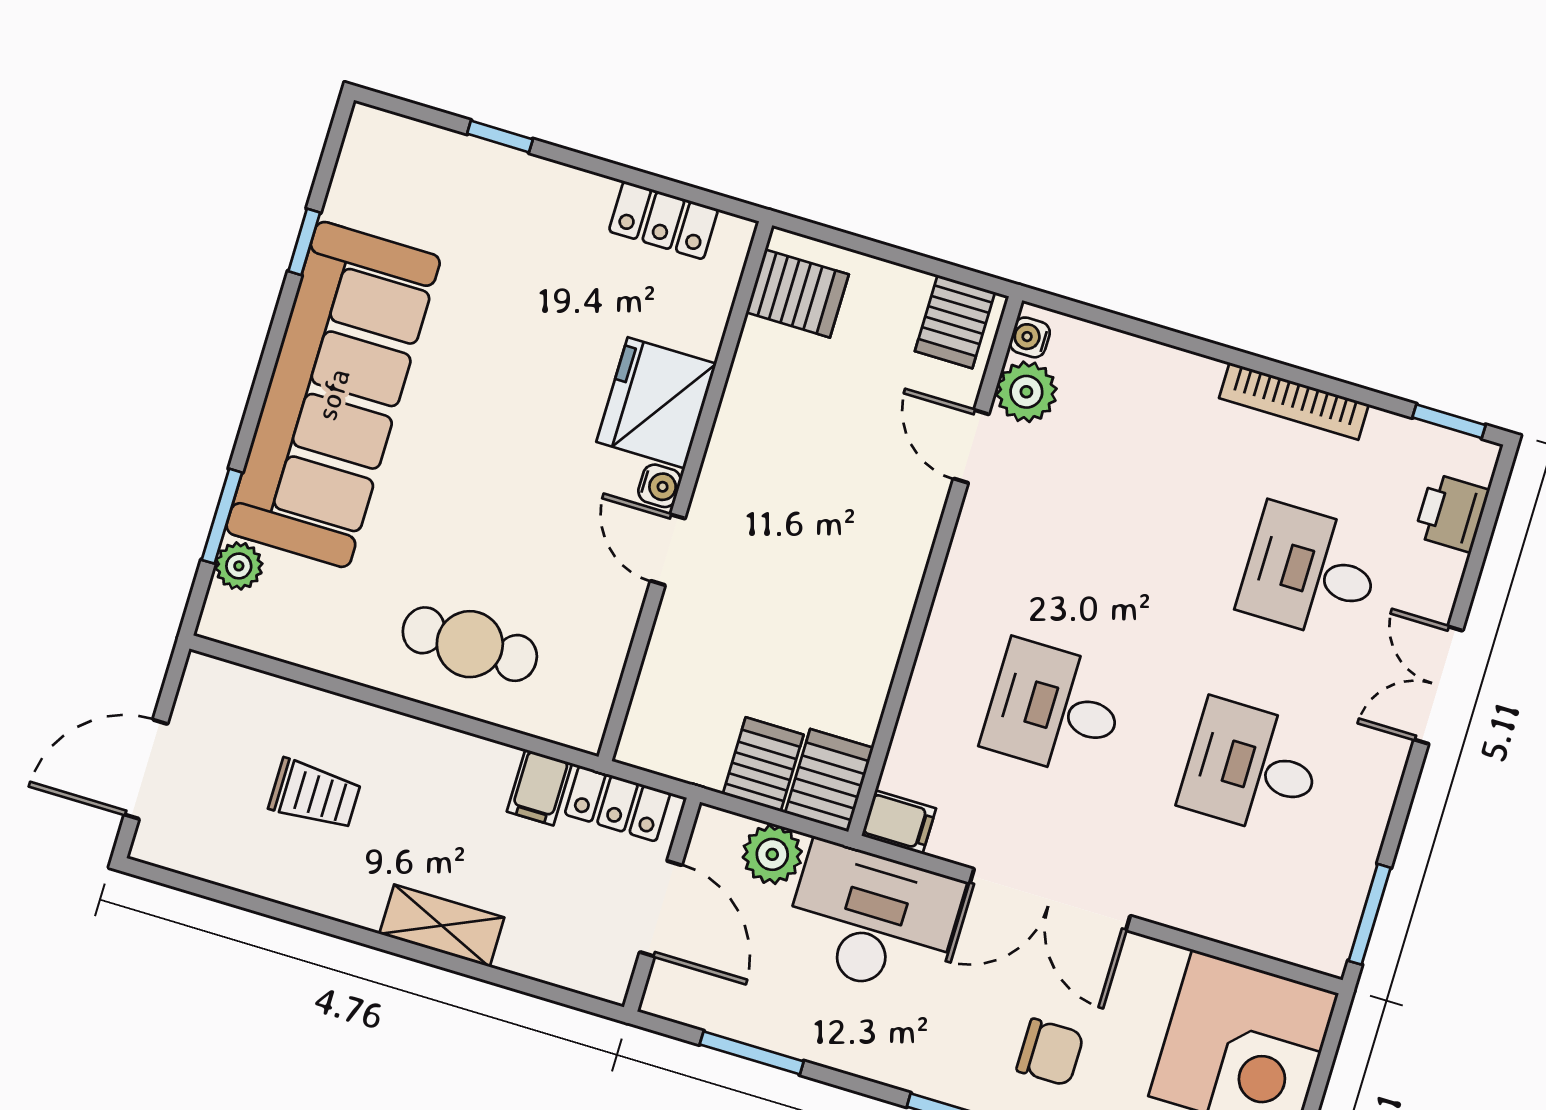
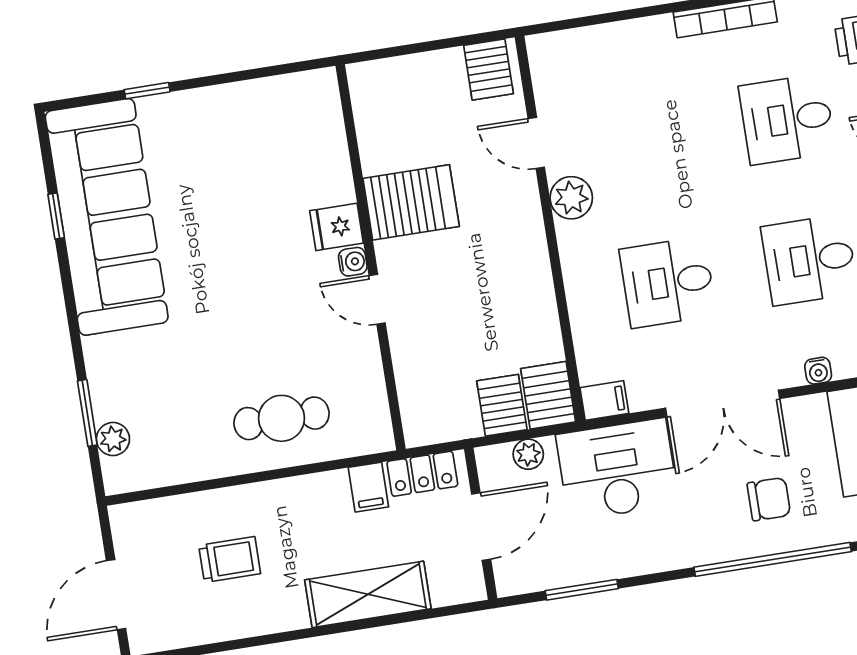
locker: (663, 220) -> (275, 94), removed
server rack: (797, 293) -> (411, 202), moved, width x1.36, depth x1.44
water cooler: (1030, 337) -> (818, 371), moved, turned -90
plant: (1026, 392) -> (571, 198), moved
sofa: (333, 394) -> (107, 217), moved
fridge: (656, 403) -> (337, 227), width x0.53, depth x0.75
plant: (772, 854) -> (528, 454), width x0.73, depth x0.73
door: (661, 909) -> (481, 527), hinge flipped
shelving: (442, 926) -> (368, 594), width x1.50, depth x1.33

